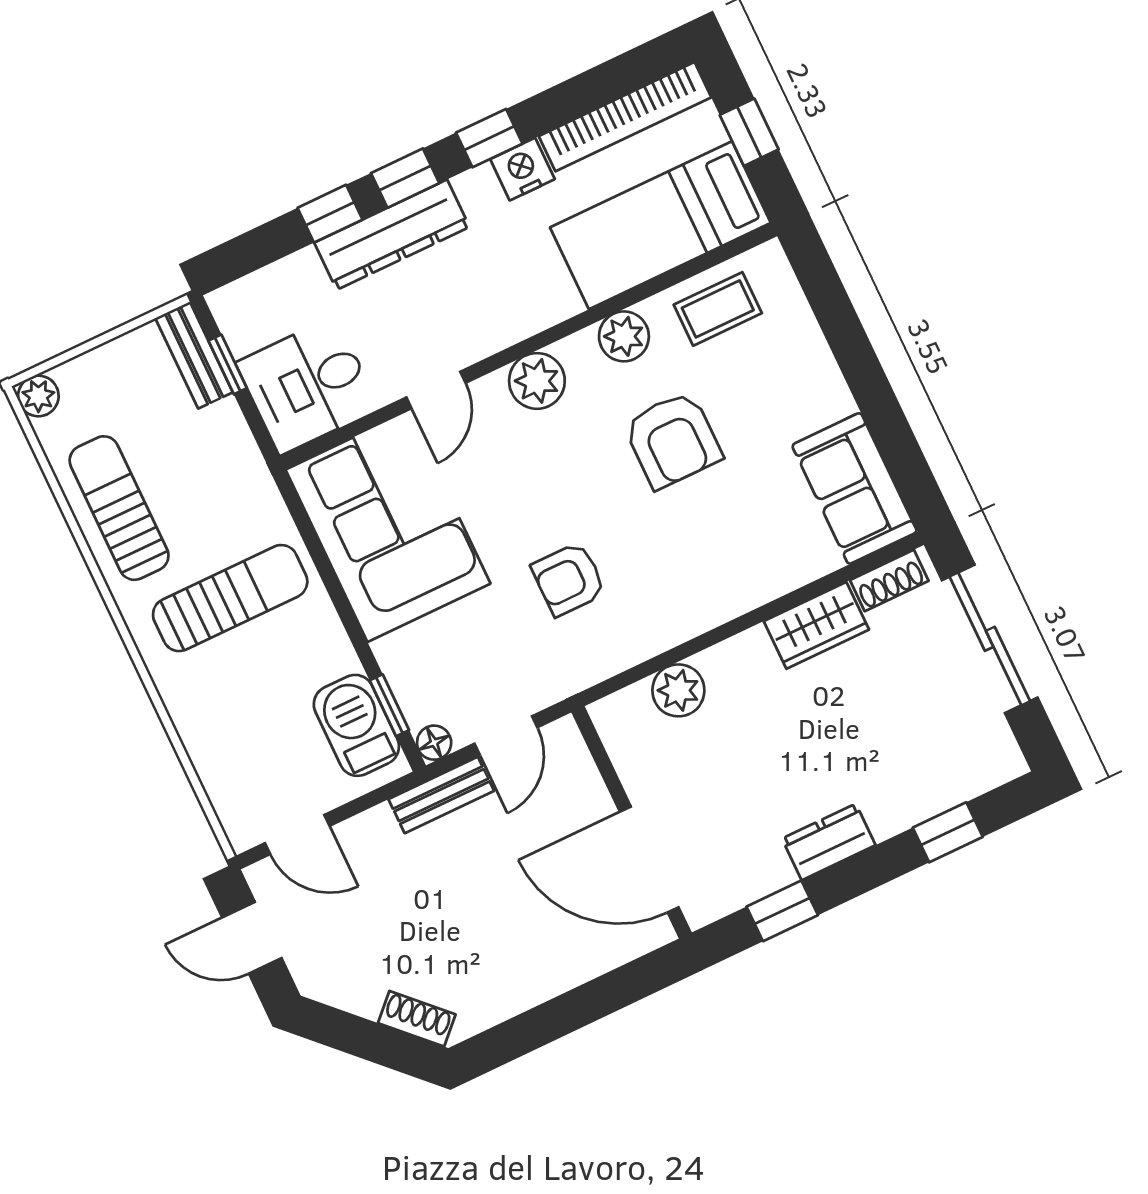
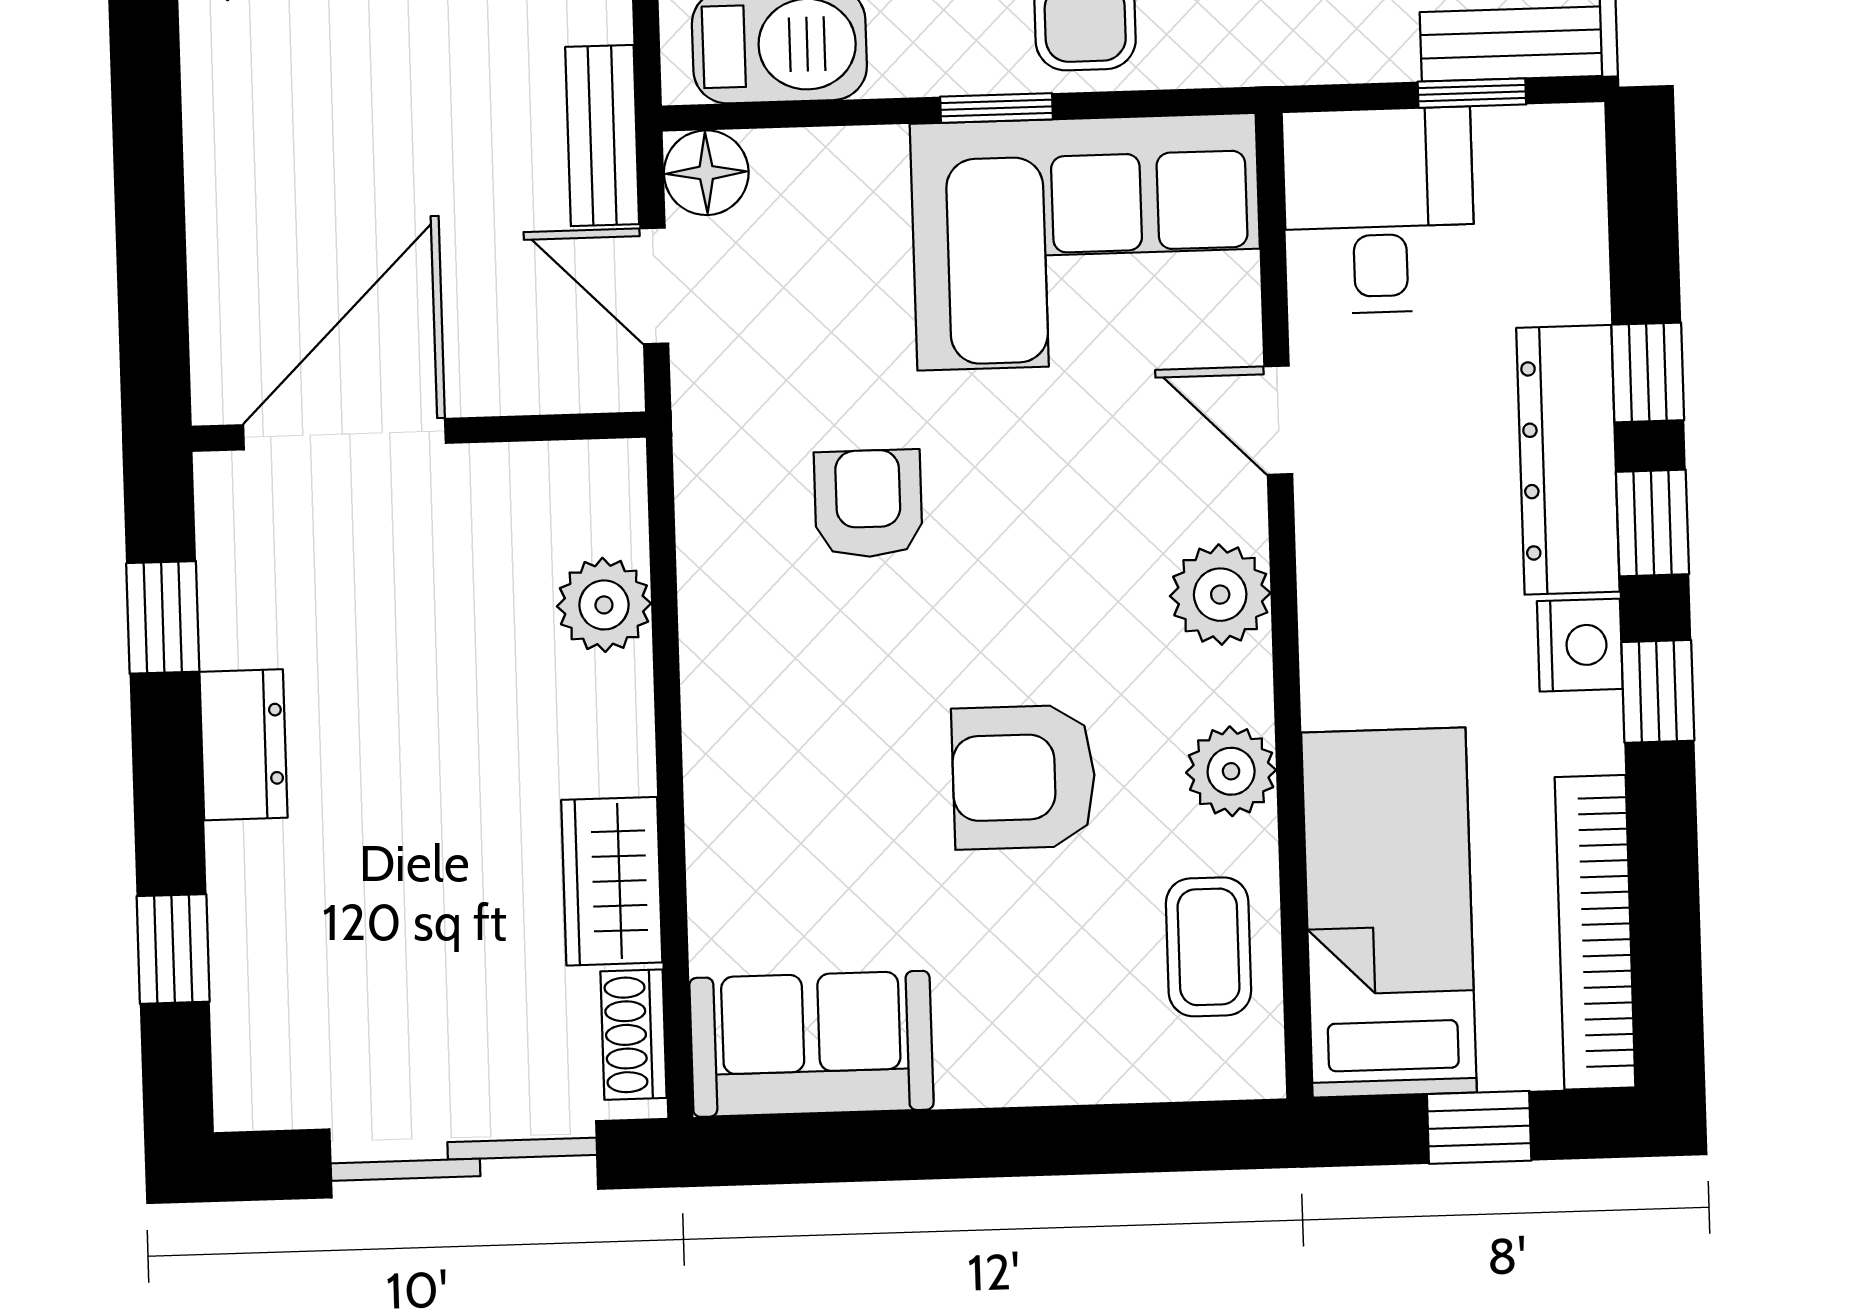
nightstand: (522, 169) -> (1580, 645), moved
window: (389, 705) -> (996, 108), moved
floor lamp: (434, 743) -> (706, 173), width x1.37, depth x1.37

